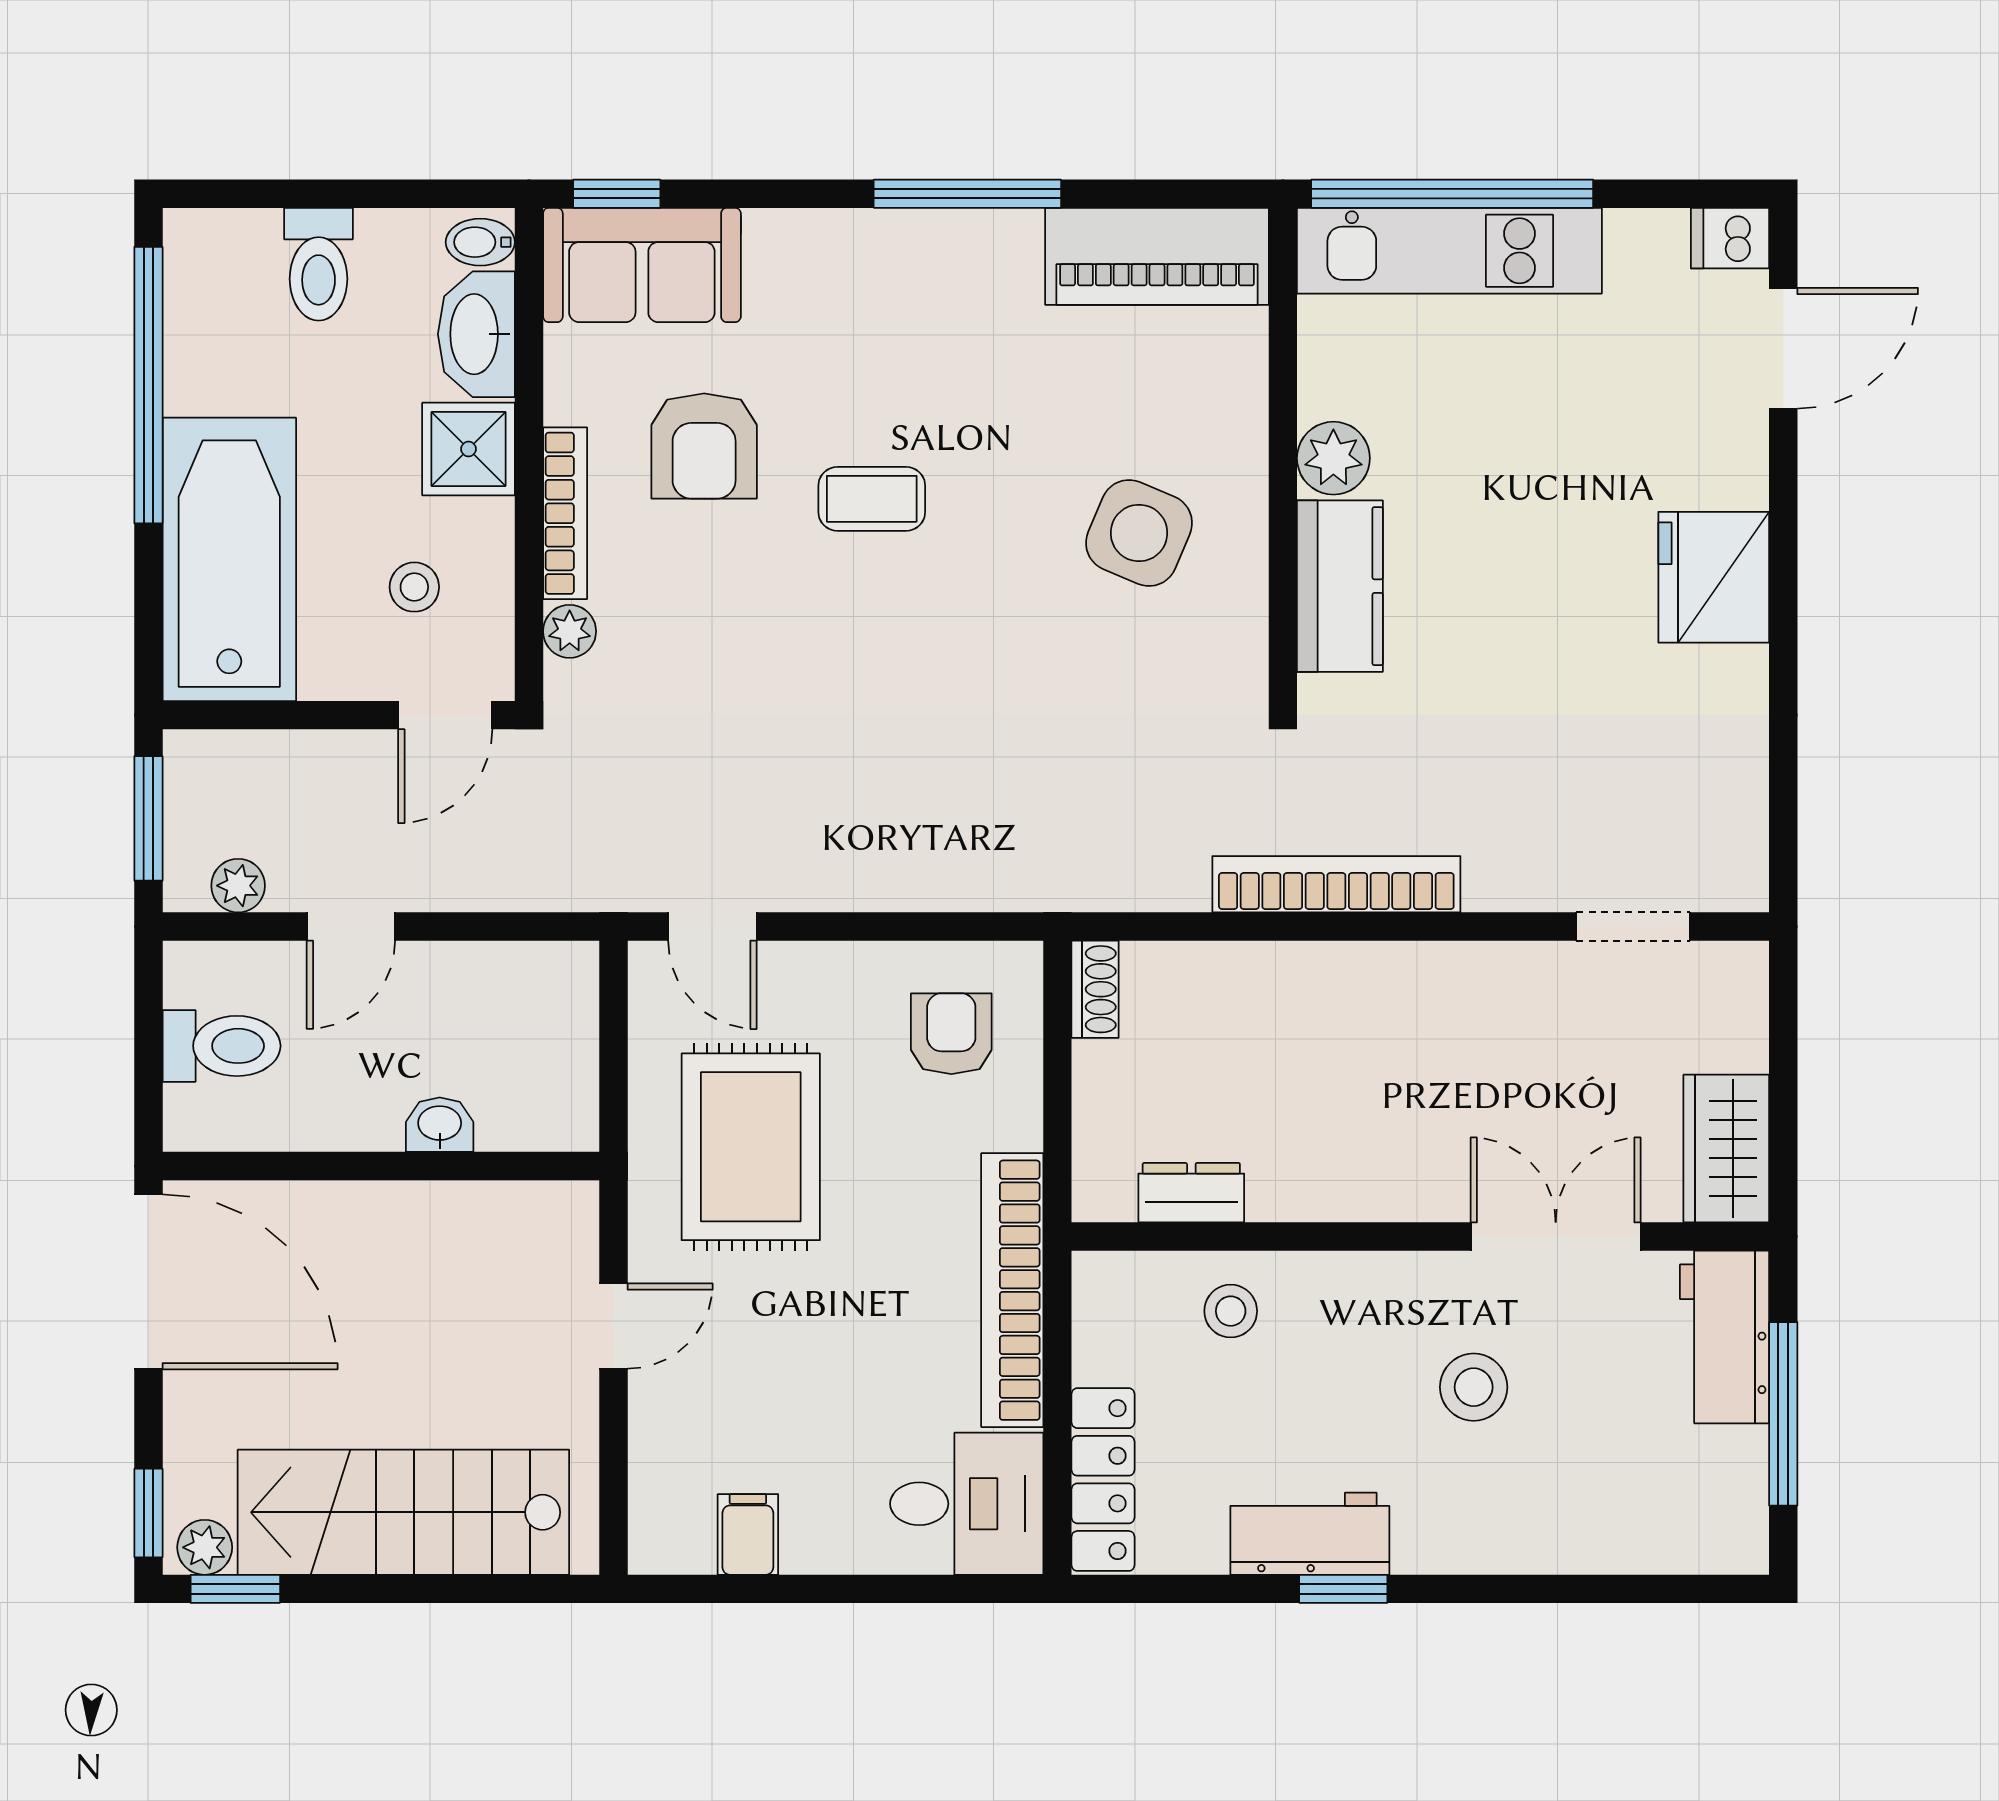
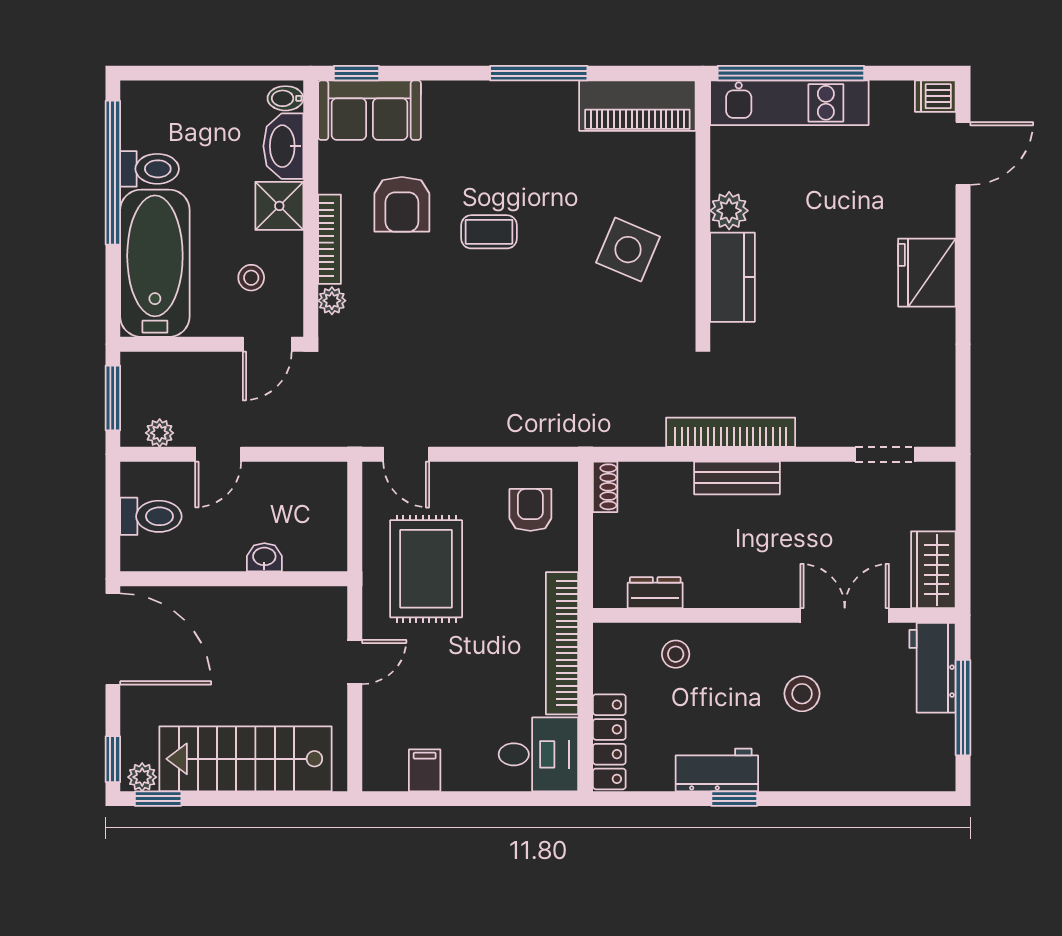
toilet: (319, 264) -> (150, 169), moved, turned -90
bench: (1348, 972) -> (737, 478), added

